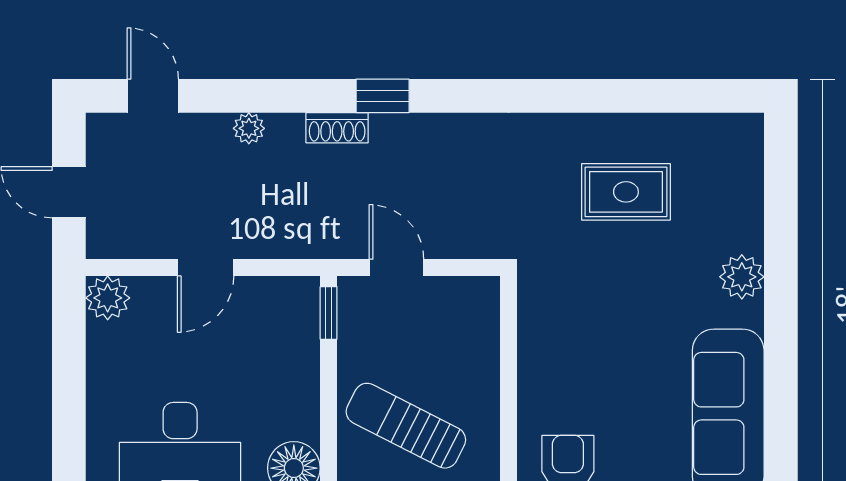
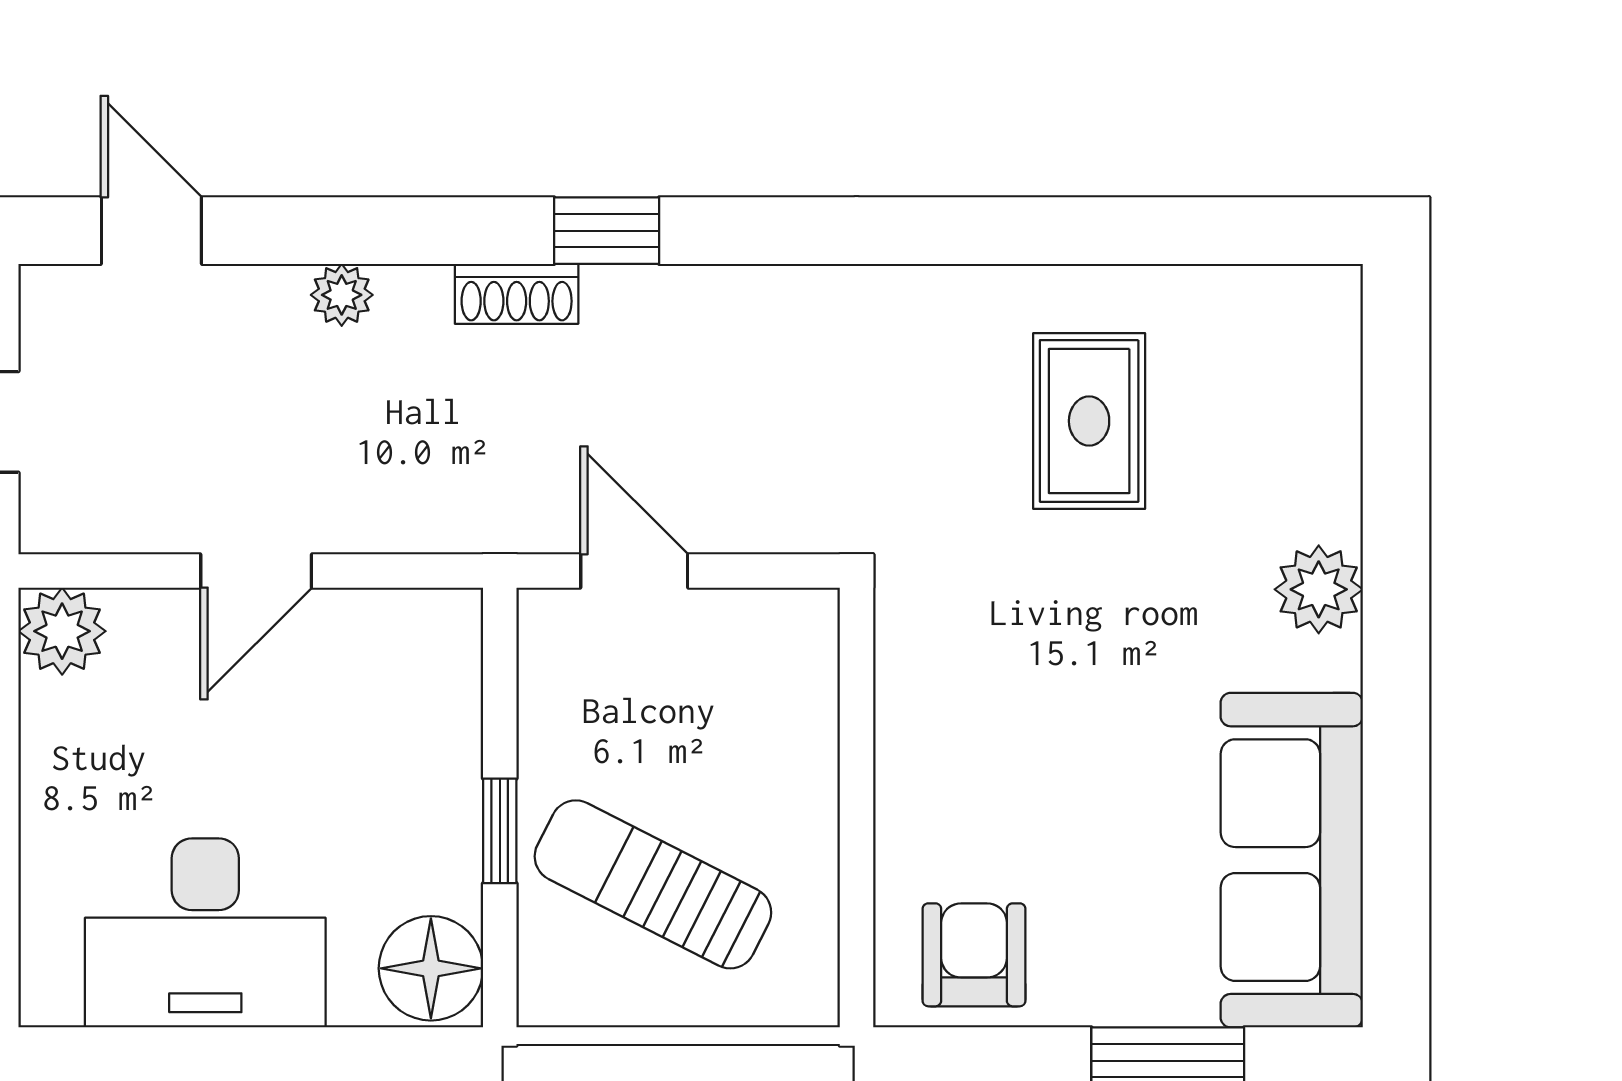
rug: (626, 192) -> (1089, 421), turned 90
window: (329, 313) -> (500, 831), moved

